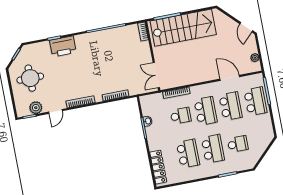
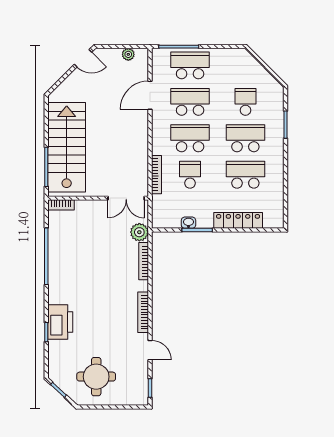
plant: (36, 108) -> (139, 232), moved
locker: (158, 167) -> (238, 220), moved

